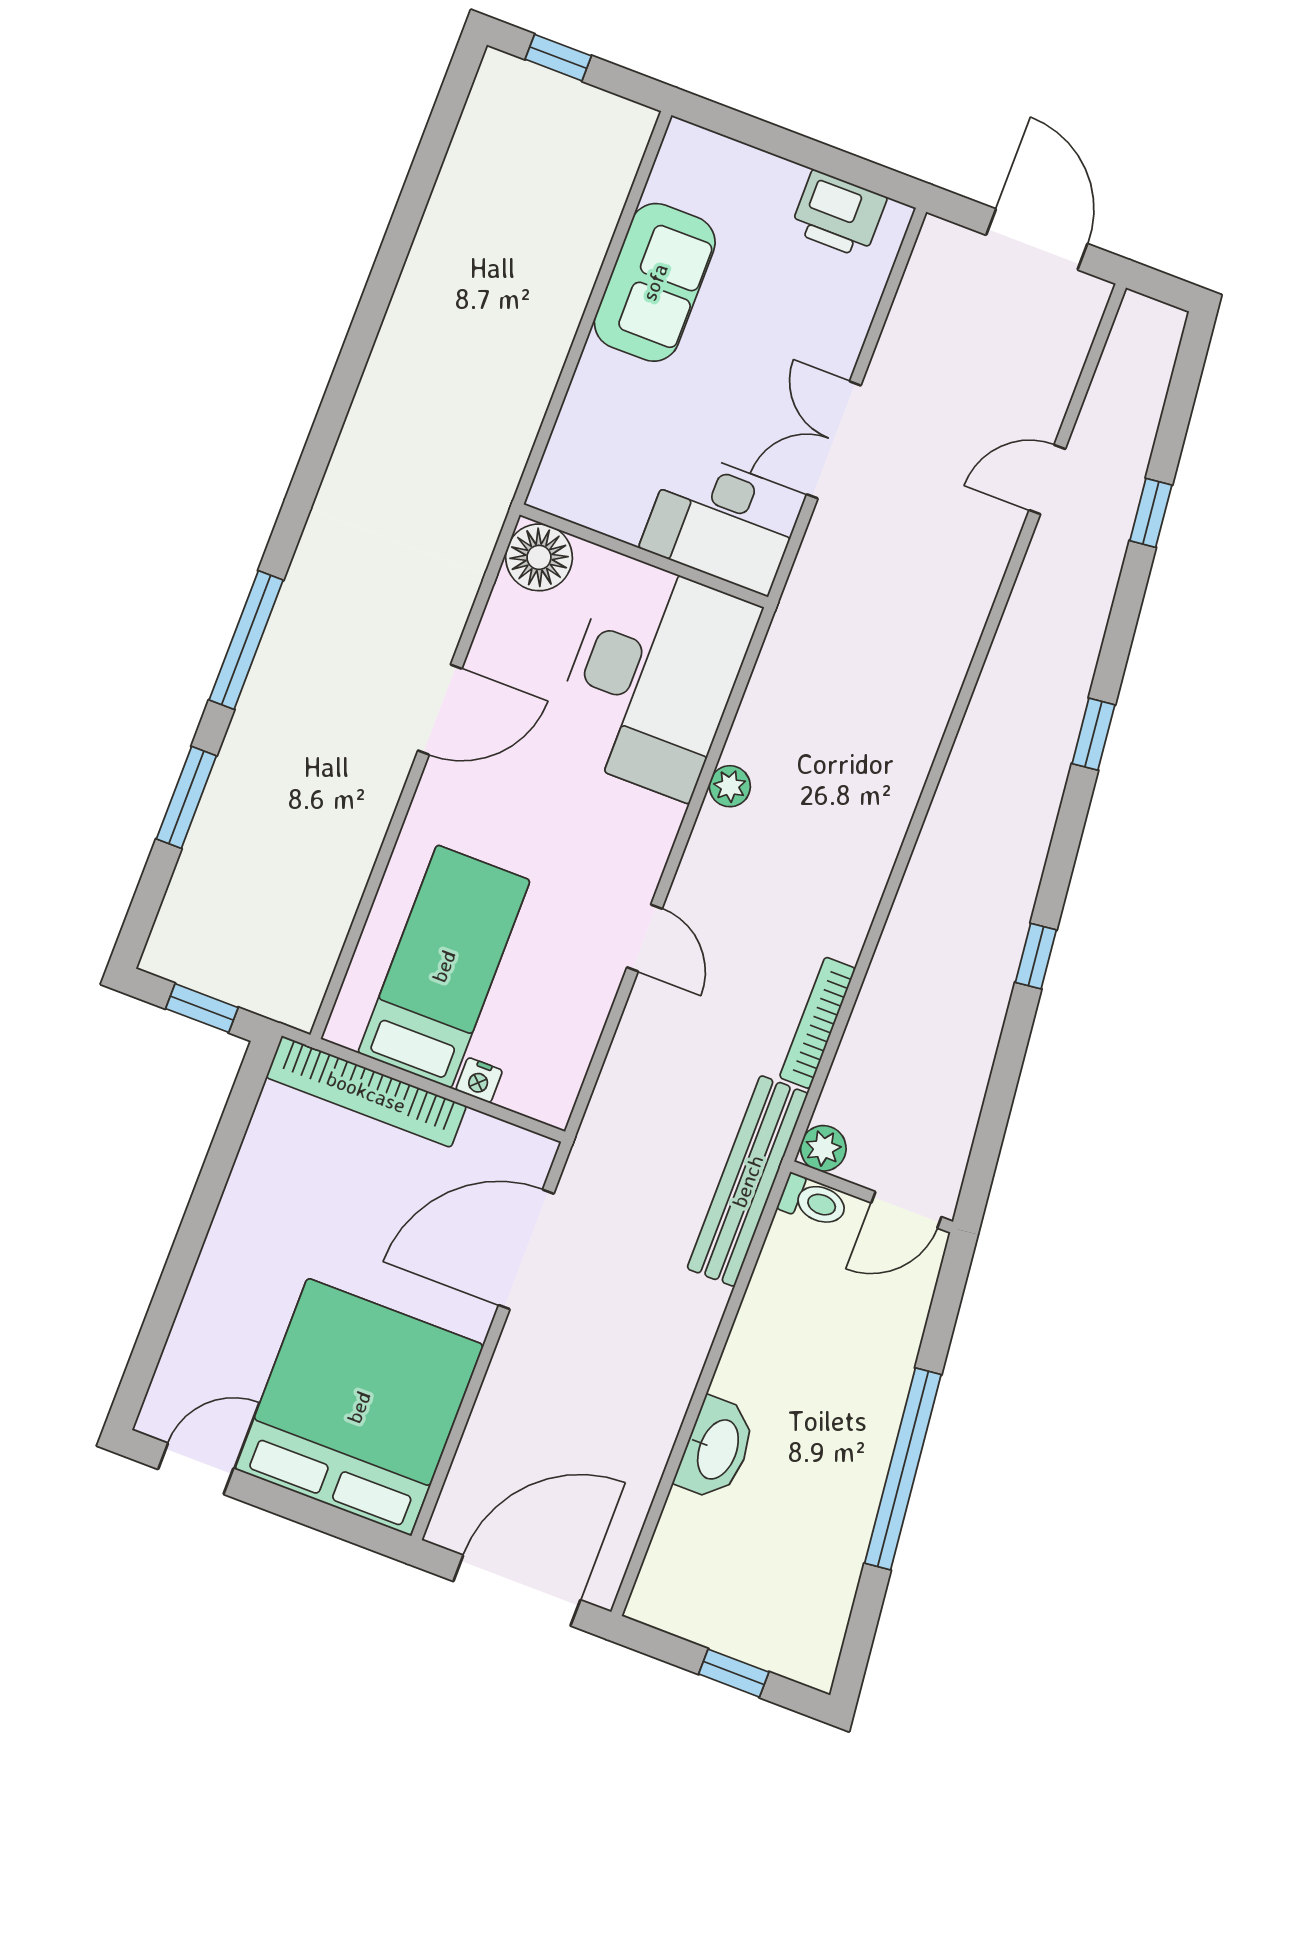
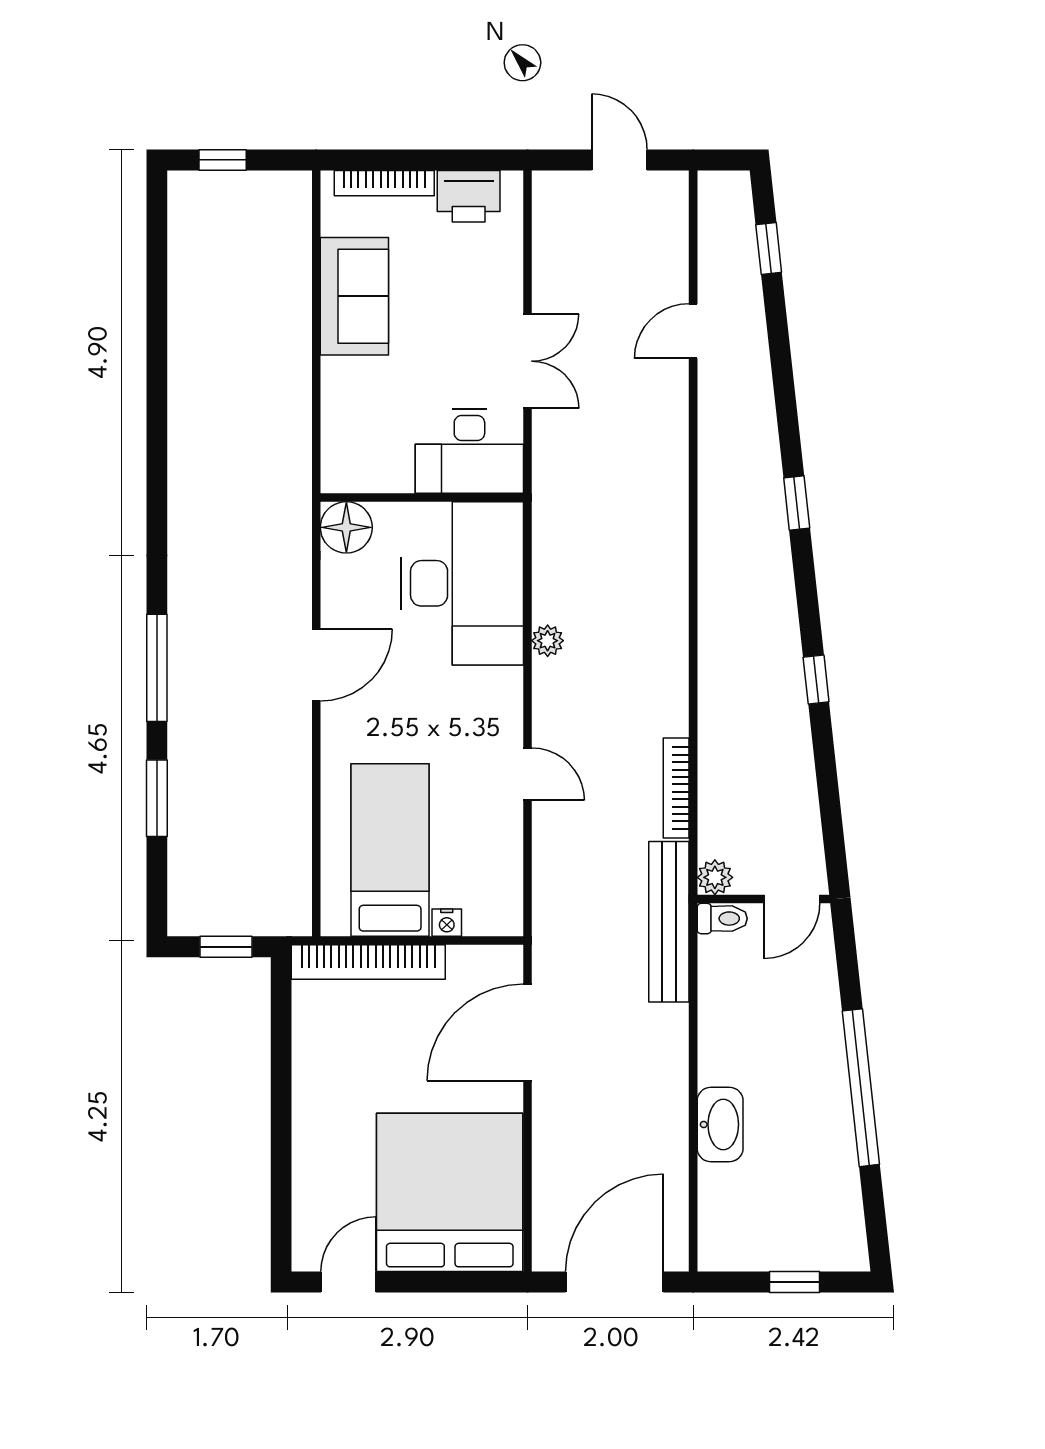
bookcase: (743, 159) -> (384, 183), added
door: (1037, 239) -> (619, 160), width x0.73
double door: (834, 440) -> (527, 361), swing flipped
window: (1151, 513) -> (769, 248), moved

